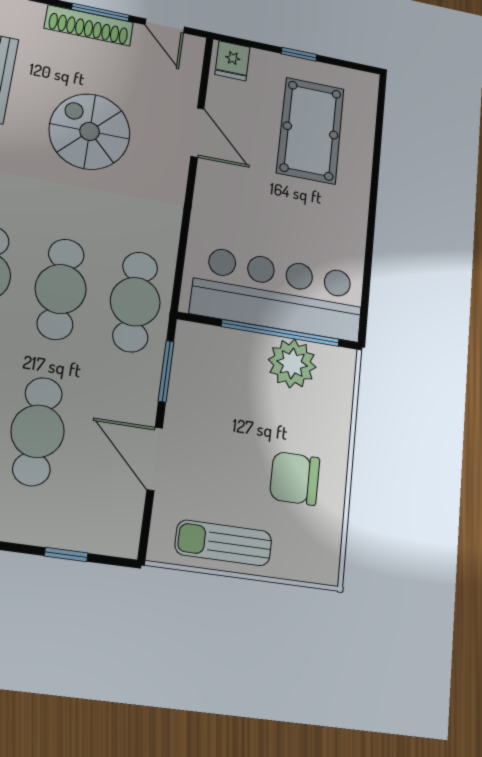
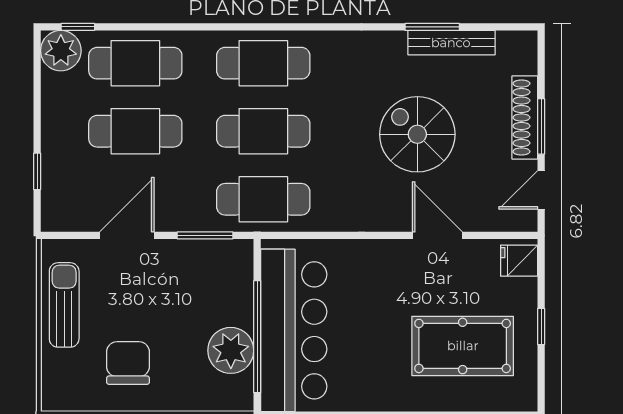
spiral stairs: (90, 131) -> (417, 134), turned -90
door: (197, 133) -> (437, 235), swing flipped

